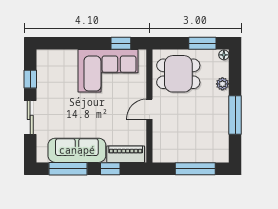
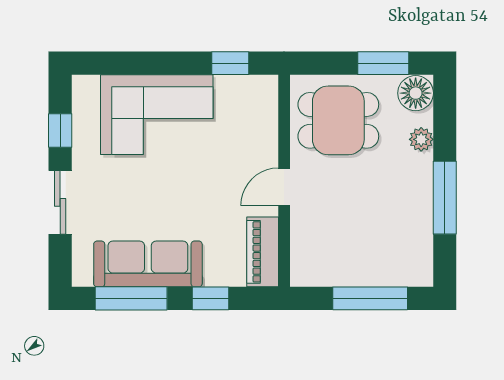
floor lamp: (224, 55) -> (416, 93), width x1.89, depth x1.89
corner sofa: (108, 71) -> (157, 115), moved
piano: (126, 154) -> (263, 252), moved, turned -90

